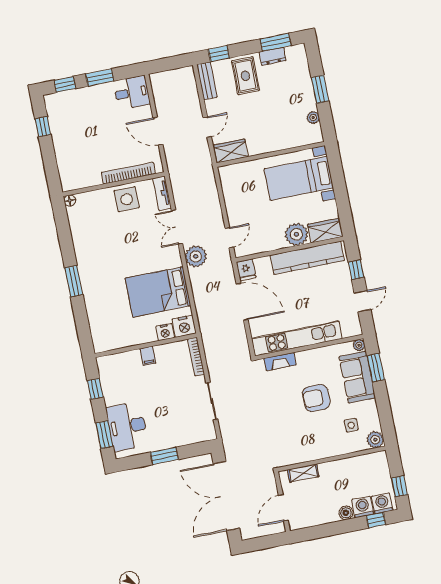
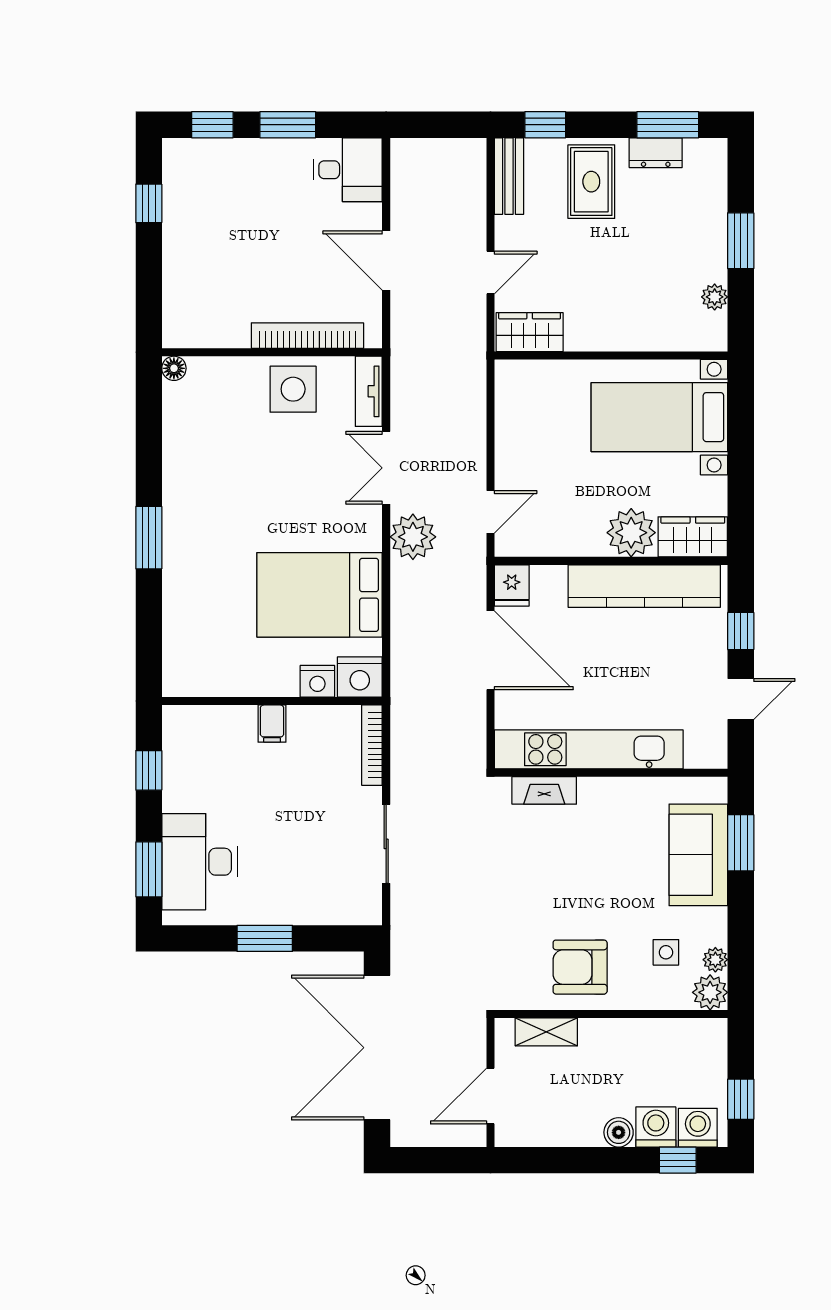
plant: (359, 345) -> (715, 960), moved
armchair: (316, 398) -> (580, 967), moved

